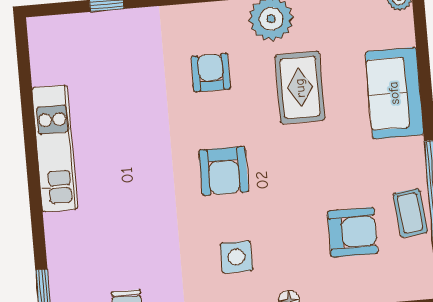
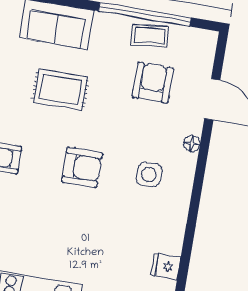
rug: (300, 88) -> (60, 90), moved

